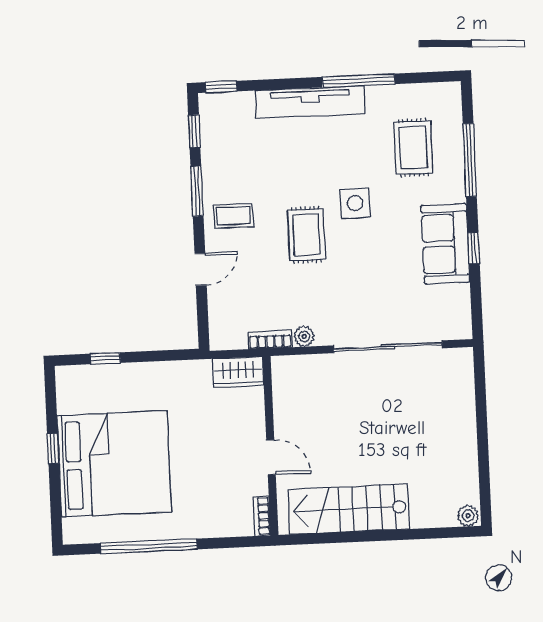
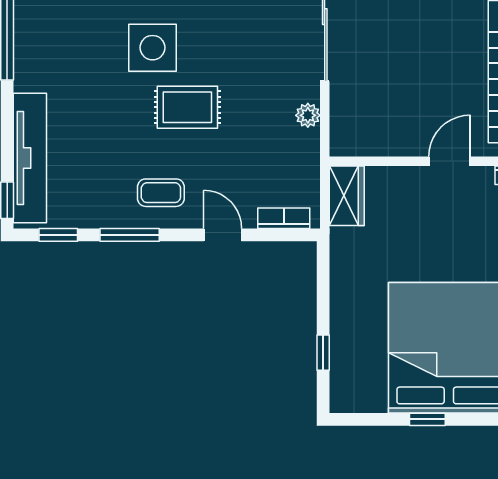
tv unit: (310, 102) -> (30, 158), moved
side table: (355, 203) -> (153, 48), width x1.37, depth x1.37
coffee table: (234, 216) -> (161, 193), turned 90
bookcase: (270, 339) -> (284, 218), moved, turned 90

